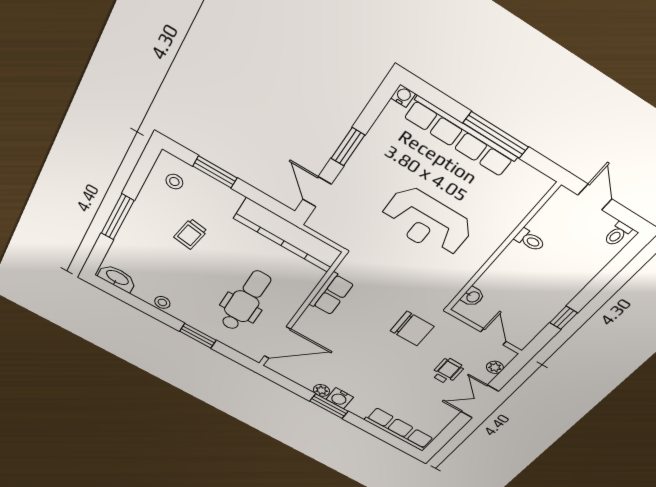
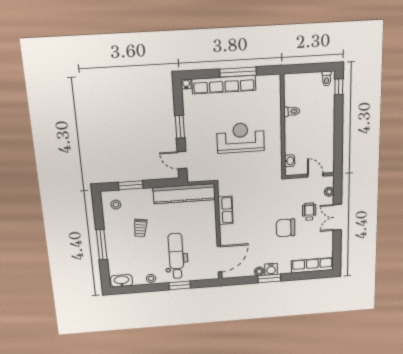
door: (595, 197) -> (302, 68), removed
reception desk: (427, 222) -> (241, 138), turned 180
dental chair: (245, 301) -> (176, 256), moved
window: (563, 318) -> (339, 87), moved
chair: (412, 329) -> (286, 228), moved, turned 180

